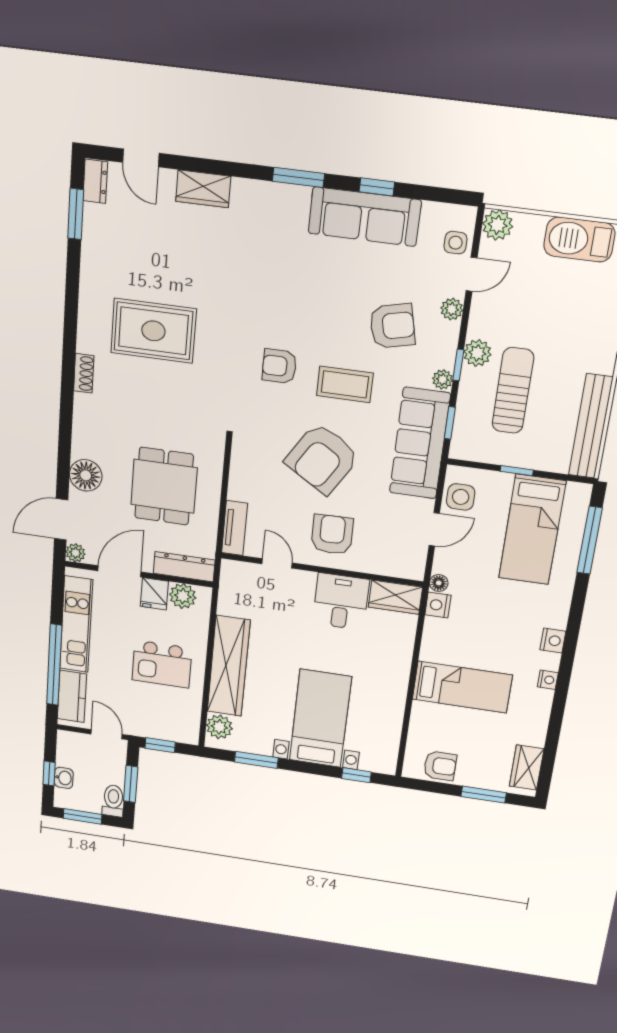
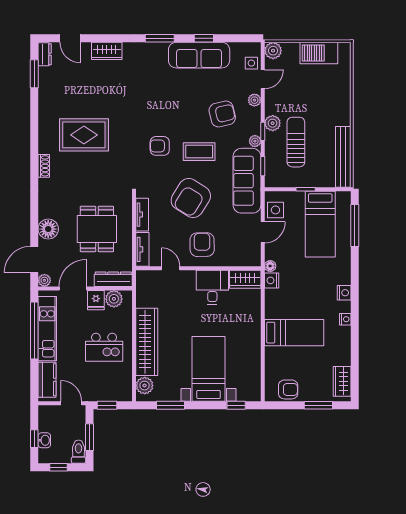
tv unit: (239, 474) -> (142, 215), added
window: (54, 665) -> (34, 330), moved
window: (82, 816) -> (58, 467), width x0.67

